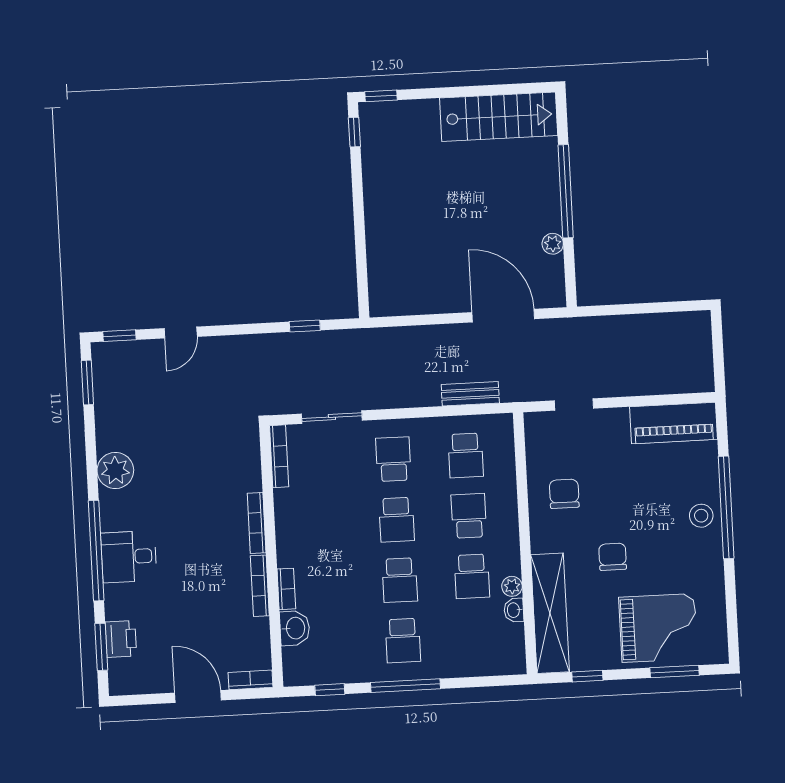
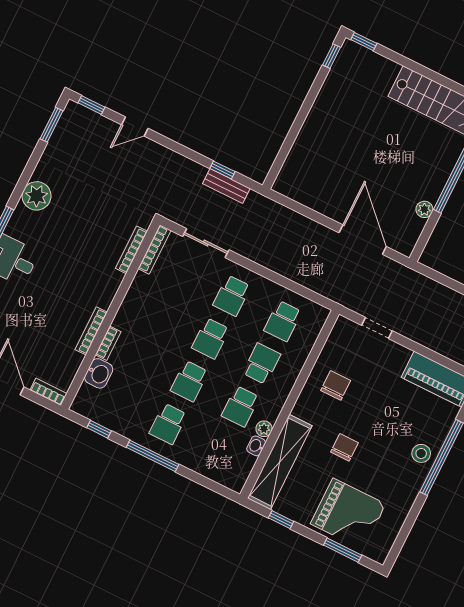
bench: (470, 394) -> (226, 186), moved
school desk: (393, 459) -> (232, 296), turned 180
bookcase: (257, 523) -> (131, 250), moved

